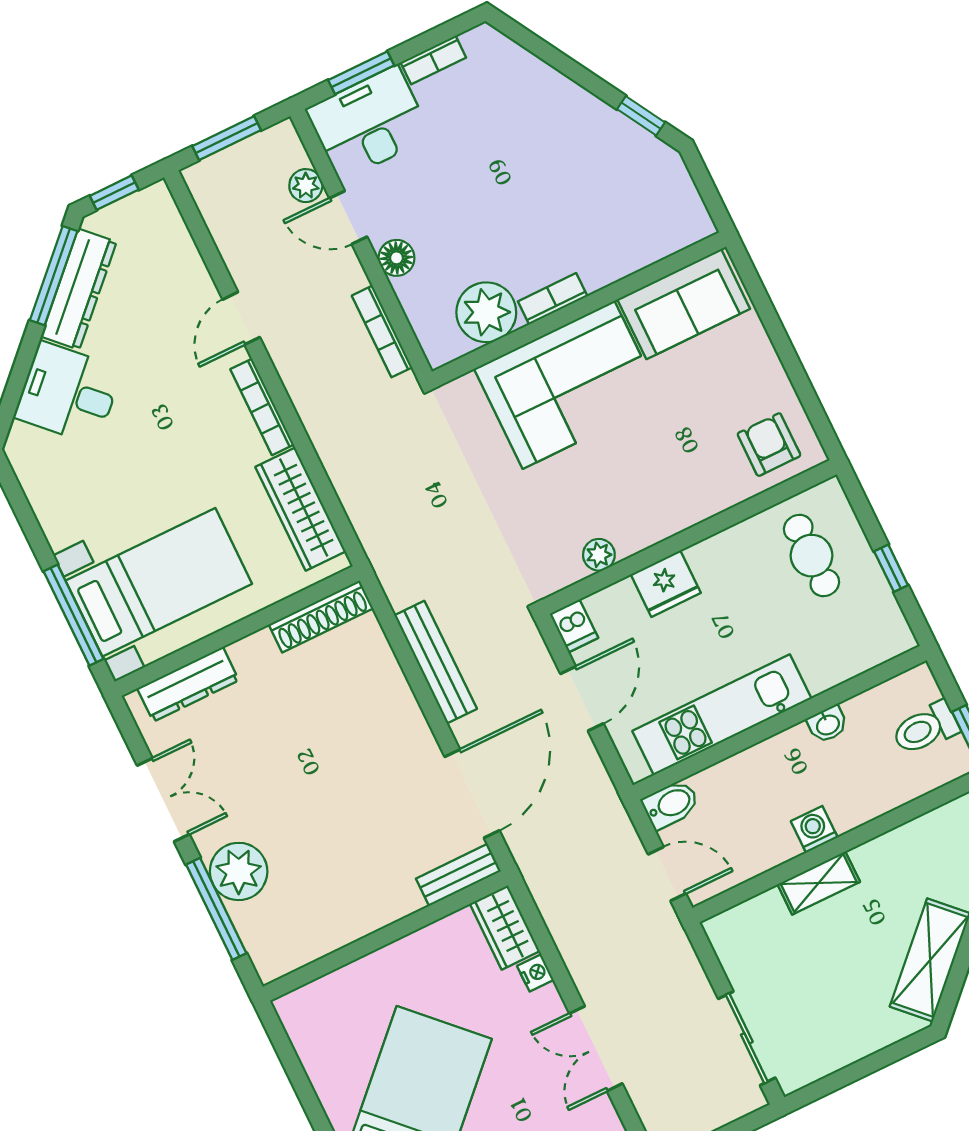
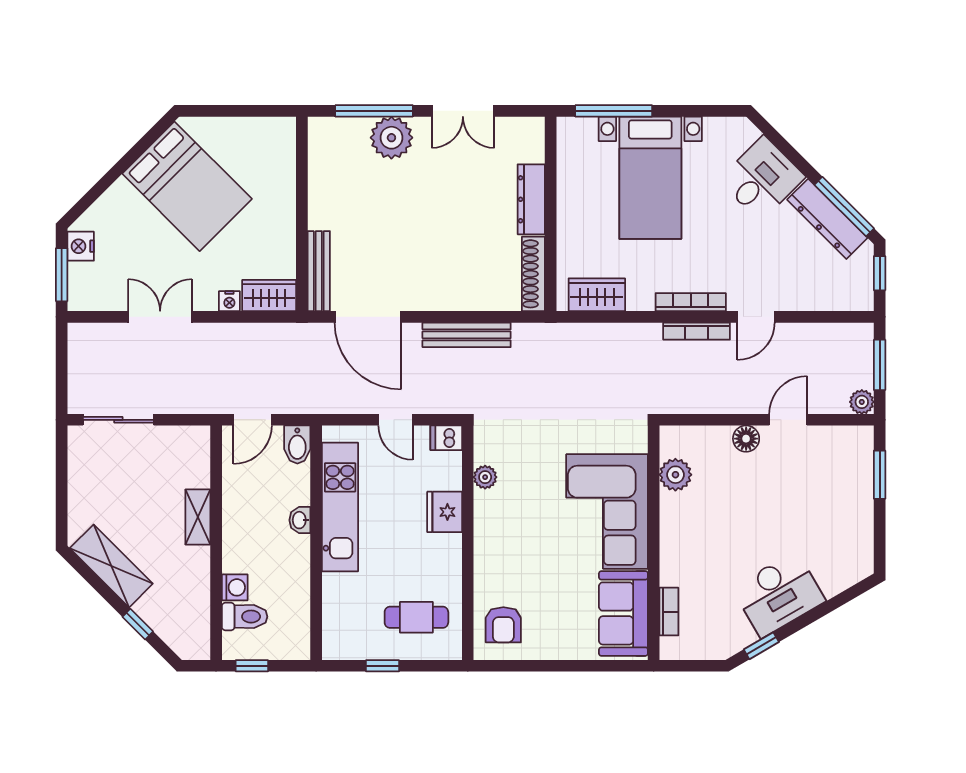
bookcase: (433, 60) -> (865, 526), removed
desk: (369, 123) -> (779, 594), moved, turned 60
plant: (306, 186) -> (862, 402), moved
bookcase: (553, 299) -> (669, 612), moved
plant: (486, 312) -> (675, 475), width x0.73, depth x0.73
door: (241, 318) -> (756, 317), swing flipped
bookcase: (382, 331) -> (697, 331), moved, turned 180
armchair: (769, 445) -> (503, 625), turned 90
wardrobe: (300, 509) -> (597, 295), width x0.67
bed with nightstands: (159, 582) -> (650, 178), moved
dresser: (188, 684) -> (531, 199), moved
door: (582, 699) -> (396, 420), width x0.73
washbasin: (828, 724) -> (300, 520), moved
toilet: (925, 728) -> (245, 617), moved, turned 90
washing machine: (814, 829) -> (235, 587), moved
bench: (458, 875) -> (319, 271), width x1.36

